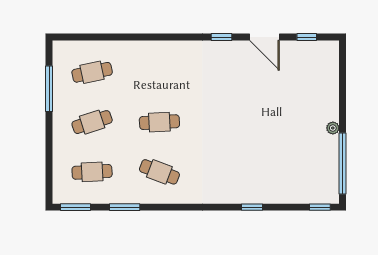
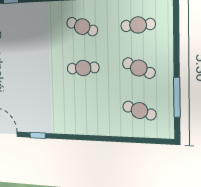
cafe table: (92, 72) -> (139, 111), turned 30
cafe table: (92, 122) -> (139, 68), turned 42

